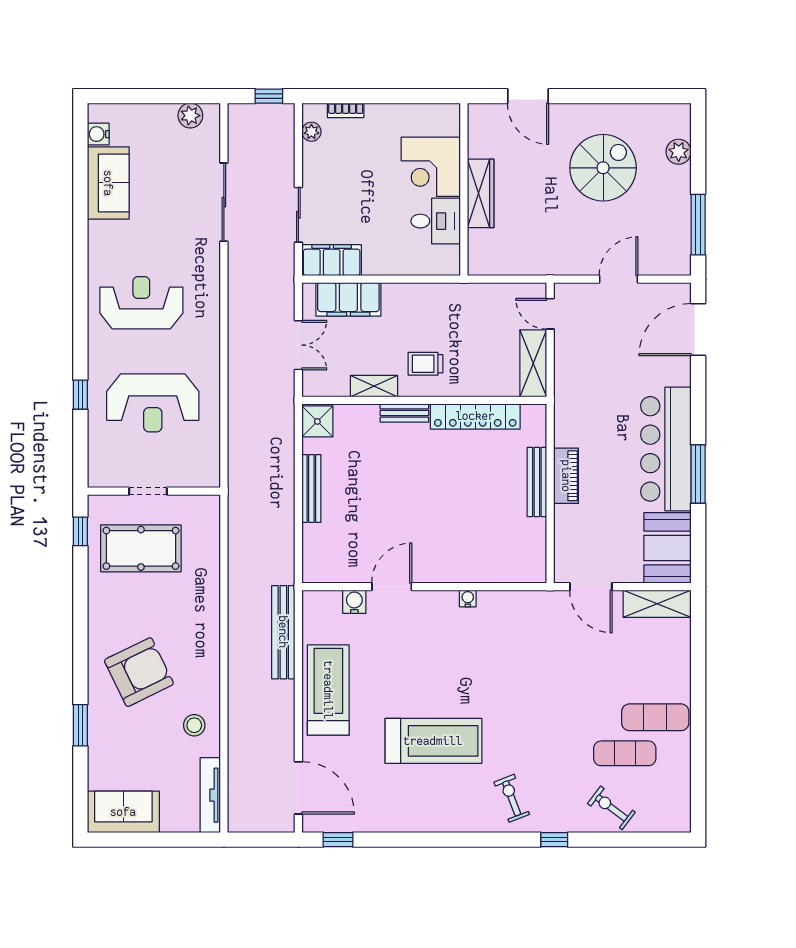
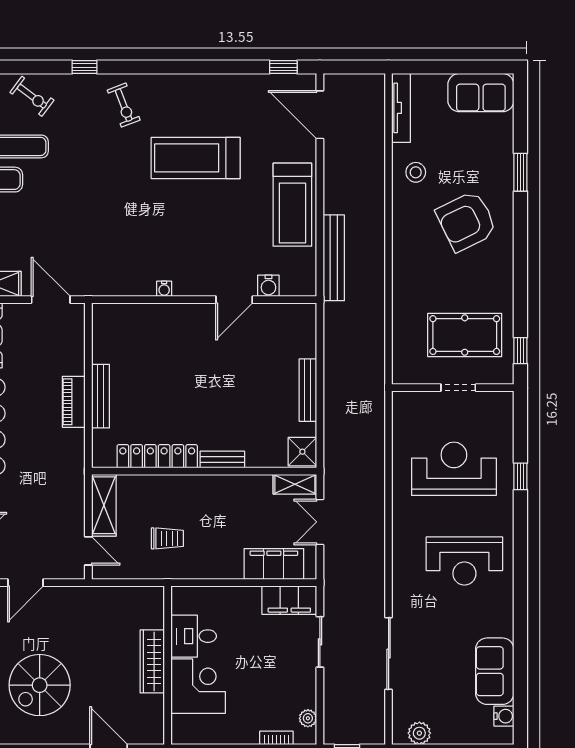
trolley: (426, 364) -> (167, 538), moved
shelving: (374, 386) -> (295, 484), moved

